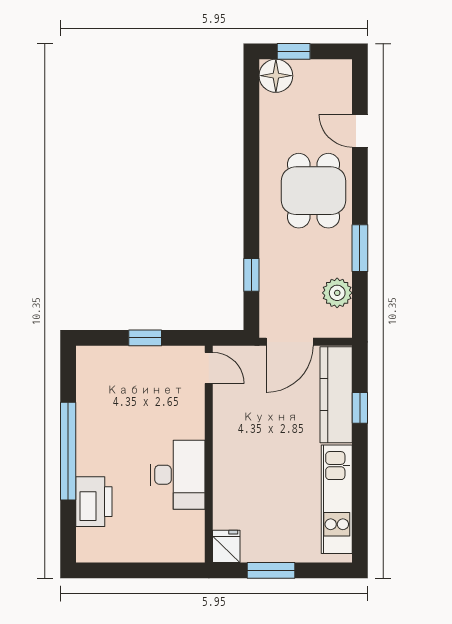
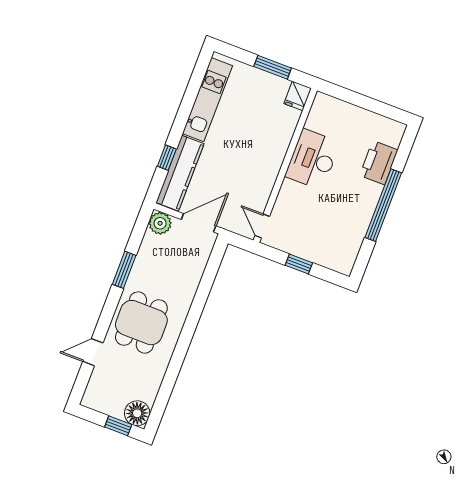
door: (360, 131) -> (93, 352), swing flipped
window: (251, 275) -> (207, 280), removed
plant: (337, 293) -> (160, 223), moved

